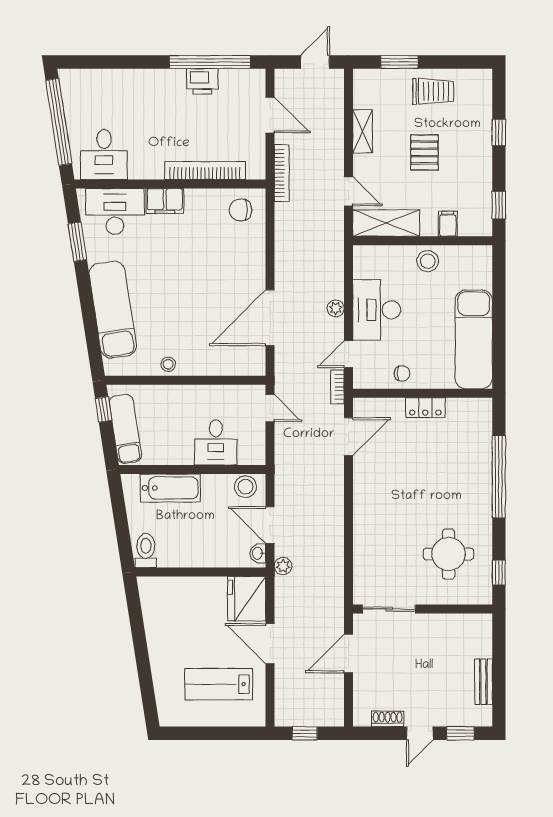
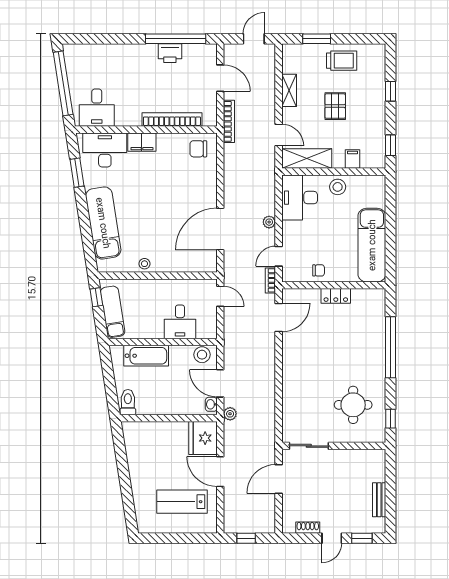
desk: (377, 310) -> (300, 198), moved

